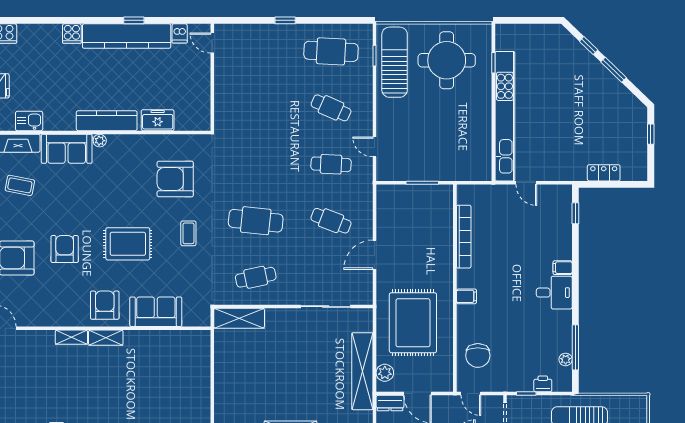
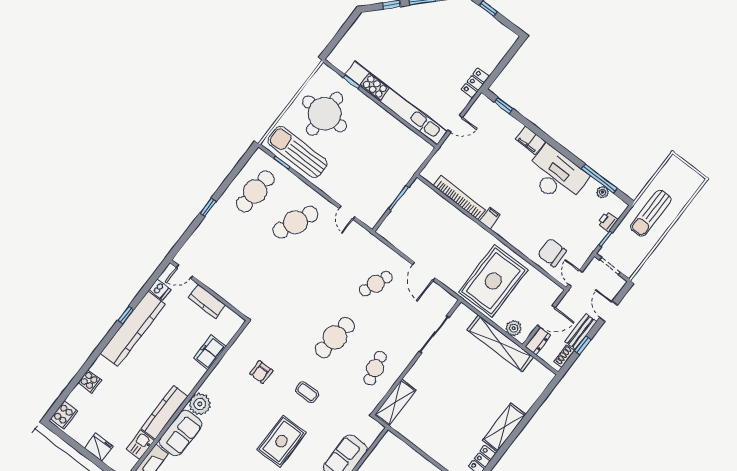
cooker: (72, 34) -> (90, 381), moved
kitchen counter: (201, 83) -> (207, 301), added
cafe table: (331, 108) -> (295, 222), width x1.37, depth x1.35
kitchen counter: (107, 121) -> (165, 412), moved
plant: (100, 141) -> (200, 404), width x1.88, depth x1.88
door: (375, 147) -> (347, 212), hinge flipped
cafe table: (331, 164) -> (336, 253), removed
locker: (604, 173) -> (475, 83), moved
armchair: (175, 179) -> (261, 372), width x0.53, depth x0.53
filing cabinet: (563, 268) -> (530, 140), width x2.00
desk: (554, 293) -> (556, 175), width x1.87, depth x1.30
filing cabinet: (466, 296) -> (490, 218), moved
rug: (413, 323) -> (493, 281), turned 90
chair: (478, 355) -> (552, 252), turned 180
door: (471, 394) -> (575, 278), swing flipped

